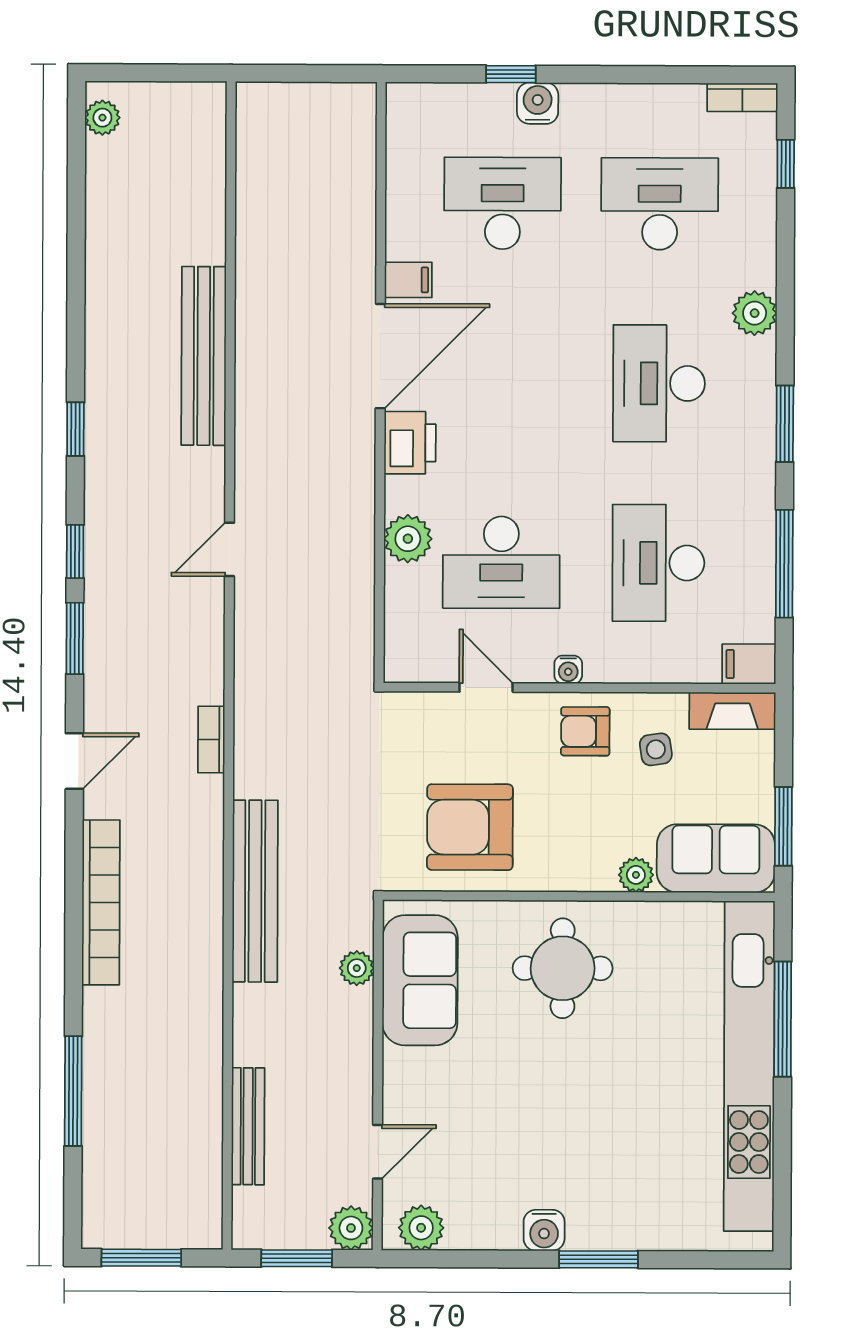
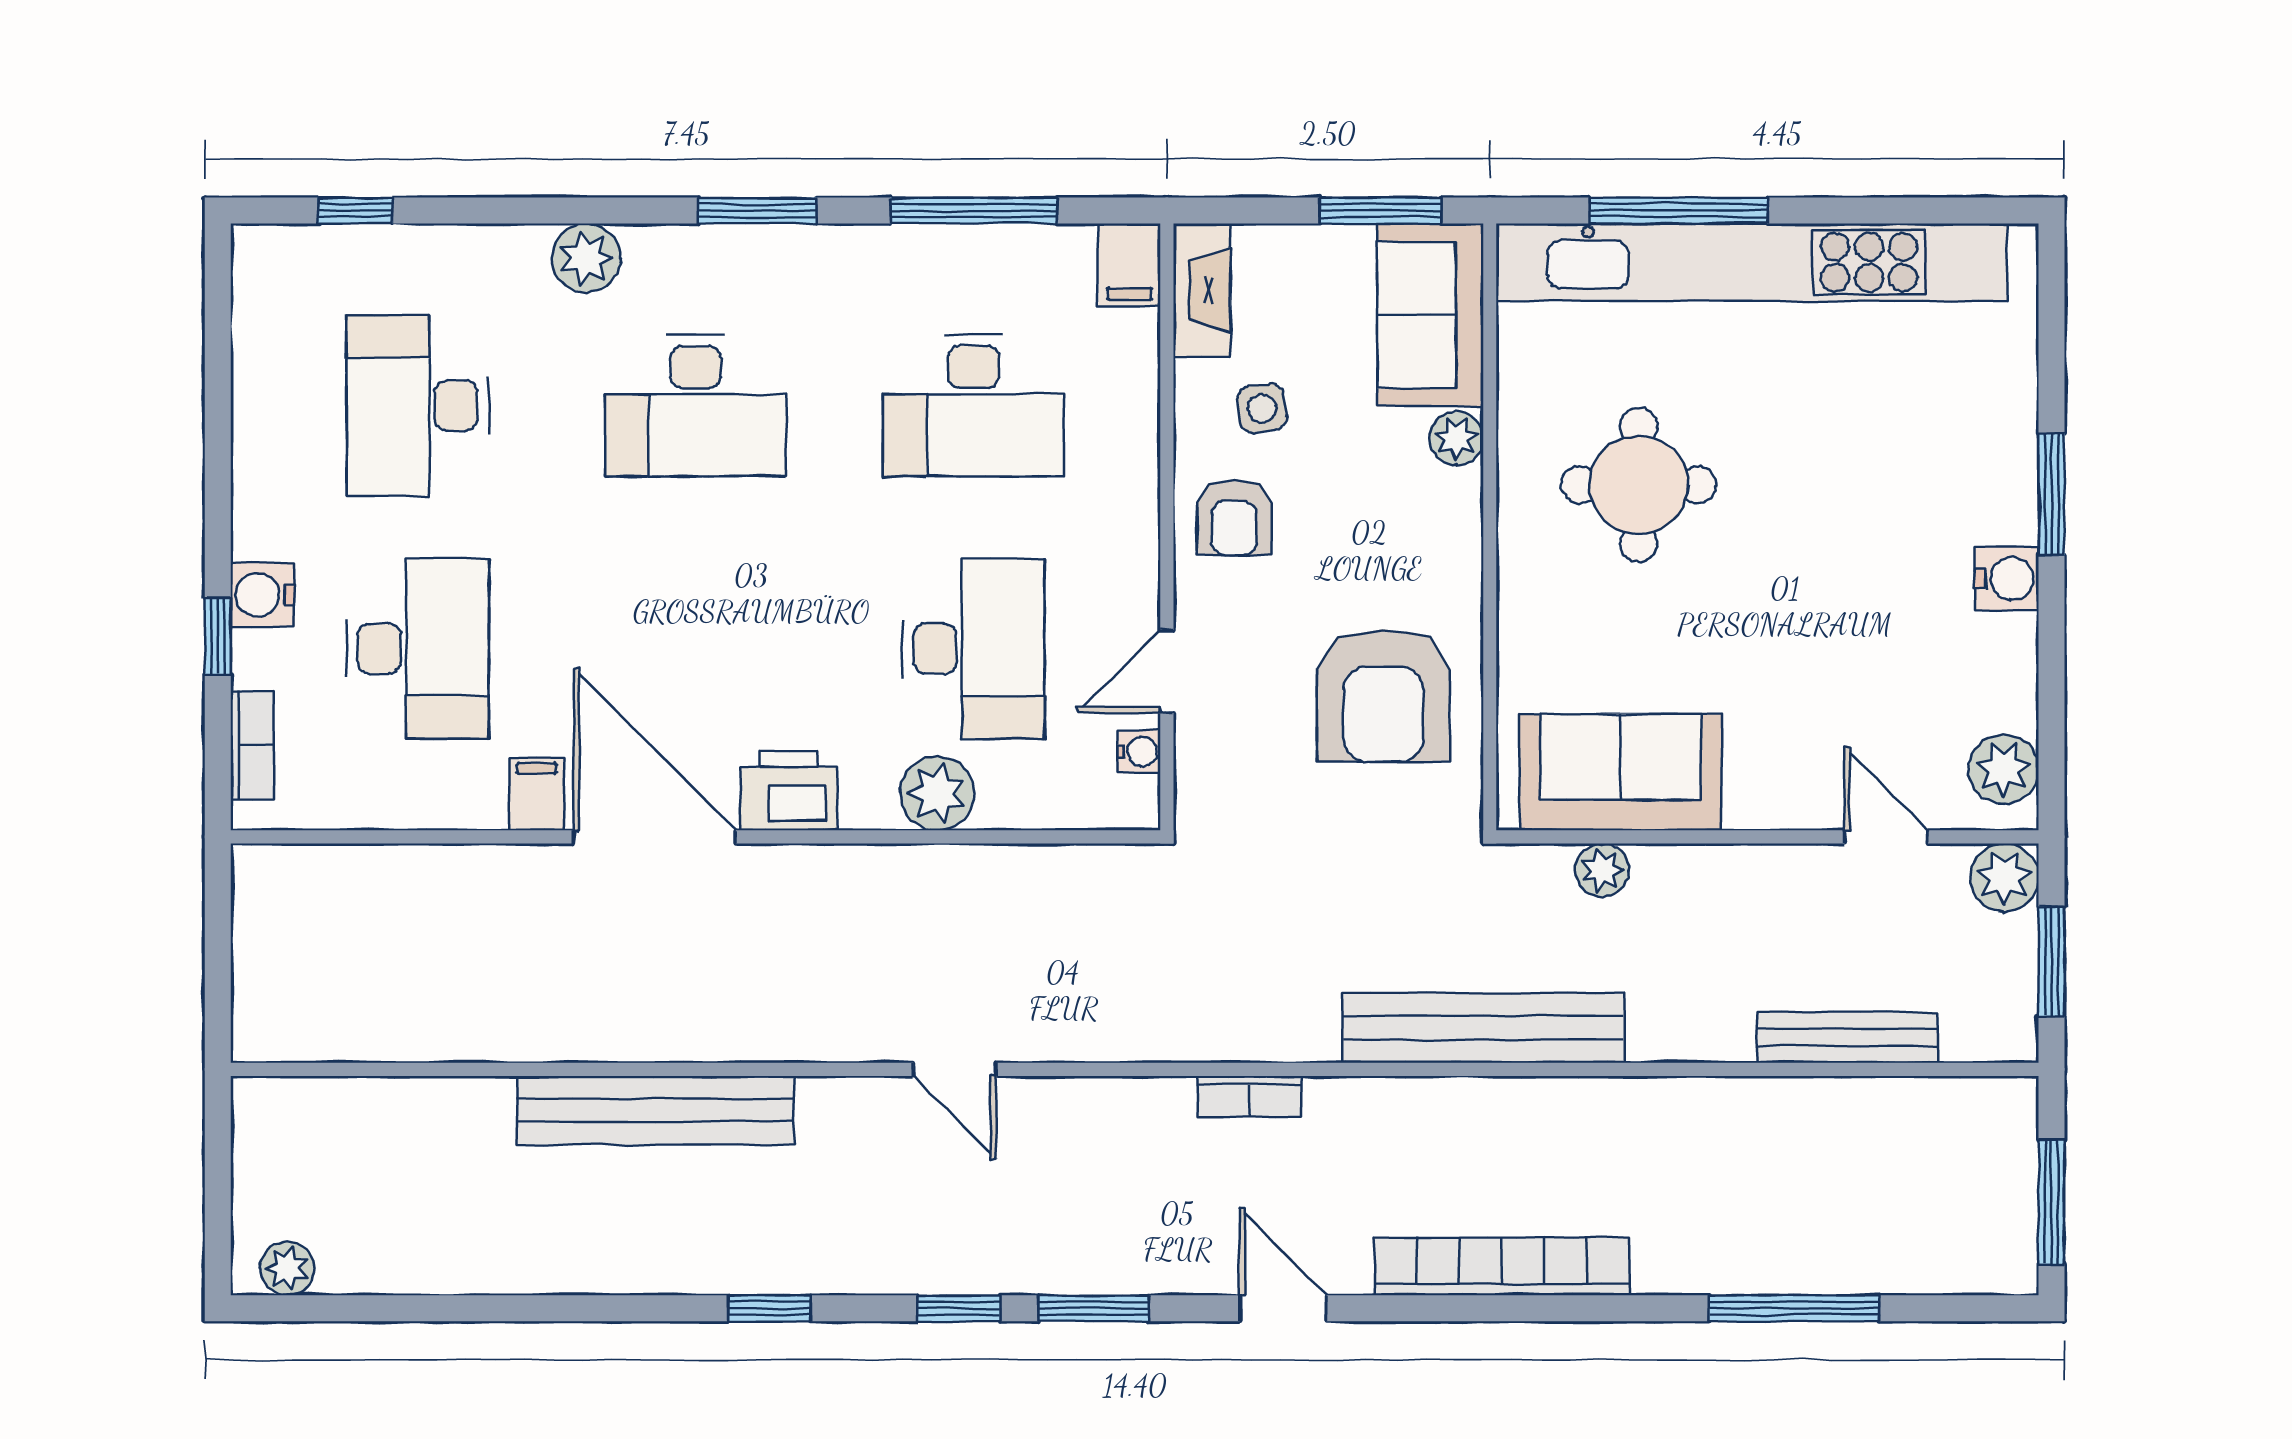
bookcase: (742, 97) -> (252, 745), moved
desk: (503, 203) -> (418, 649), turned 180
water cooler: (568, 670) -> (1139, 752), moved
round table: (563, 968) -> (1639, 485), moved

